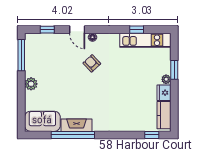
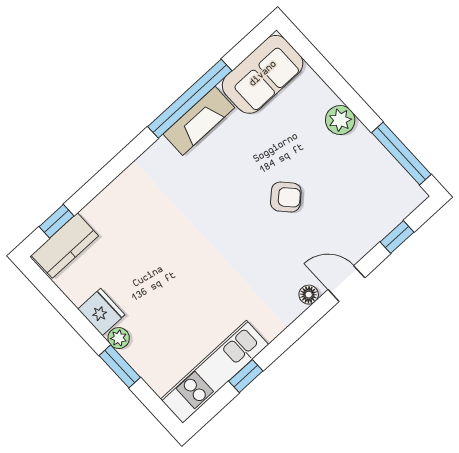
armchair: (92, 63) -> (286, 197), moved
kitchen counter: (164, 115) -> (65, 246), moved, turned 90

